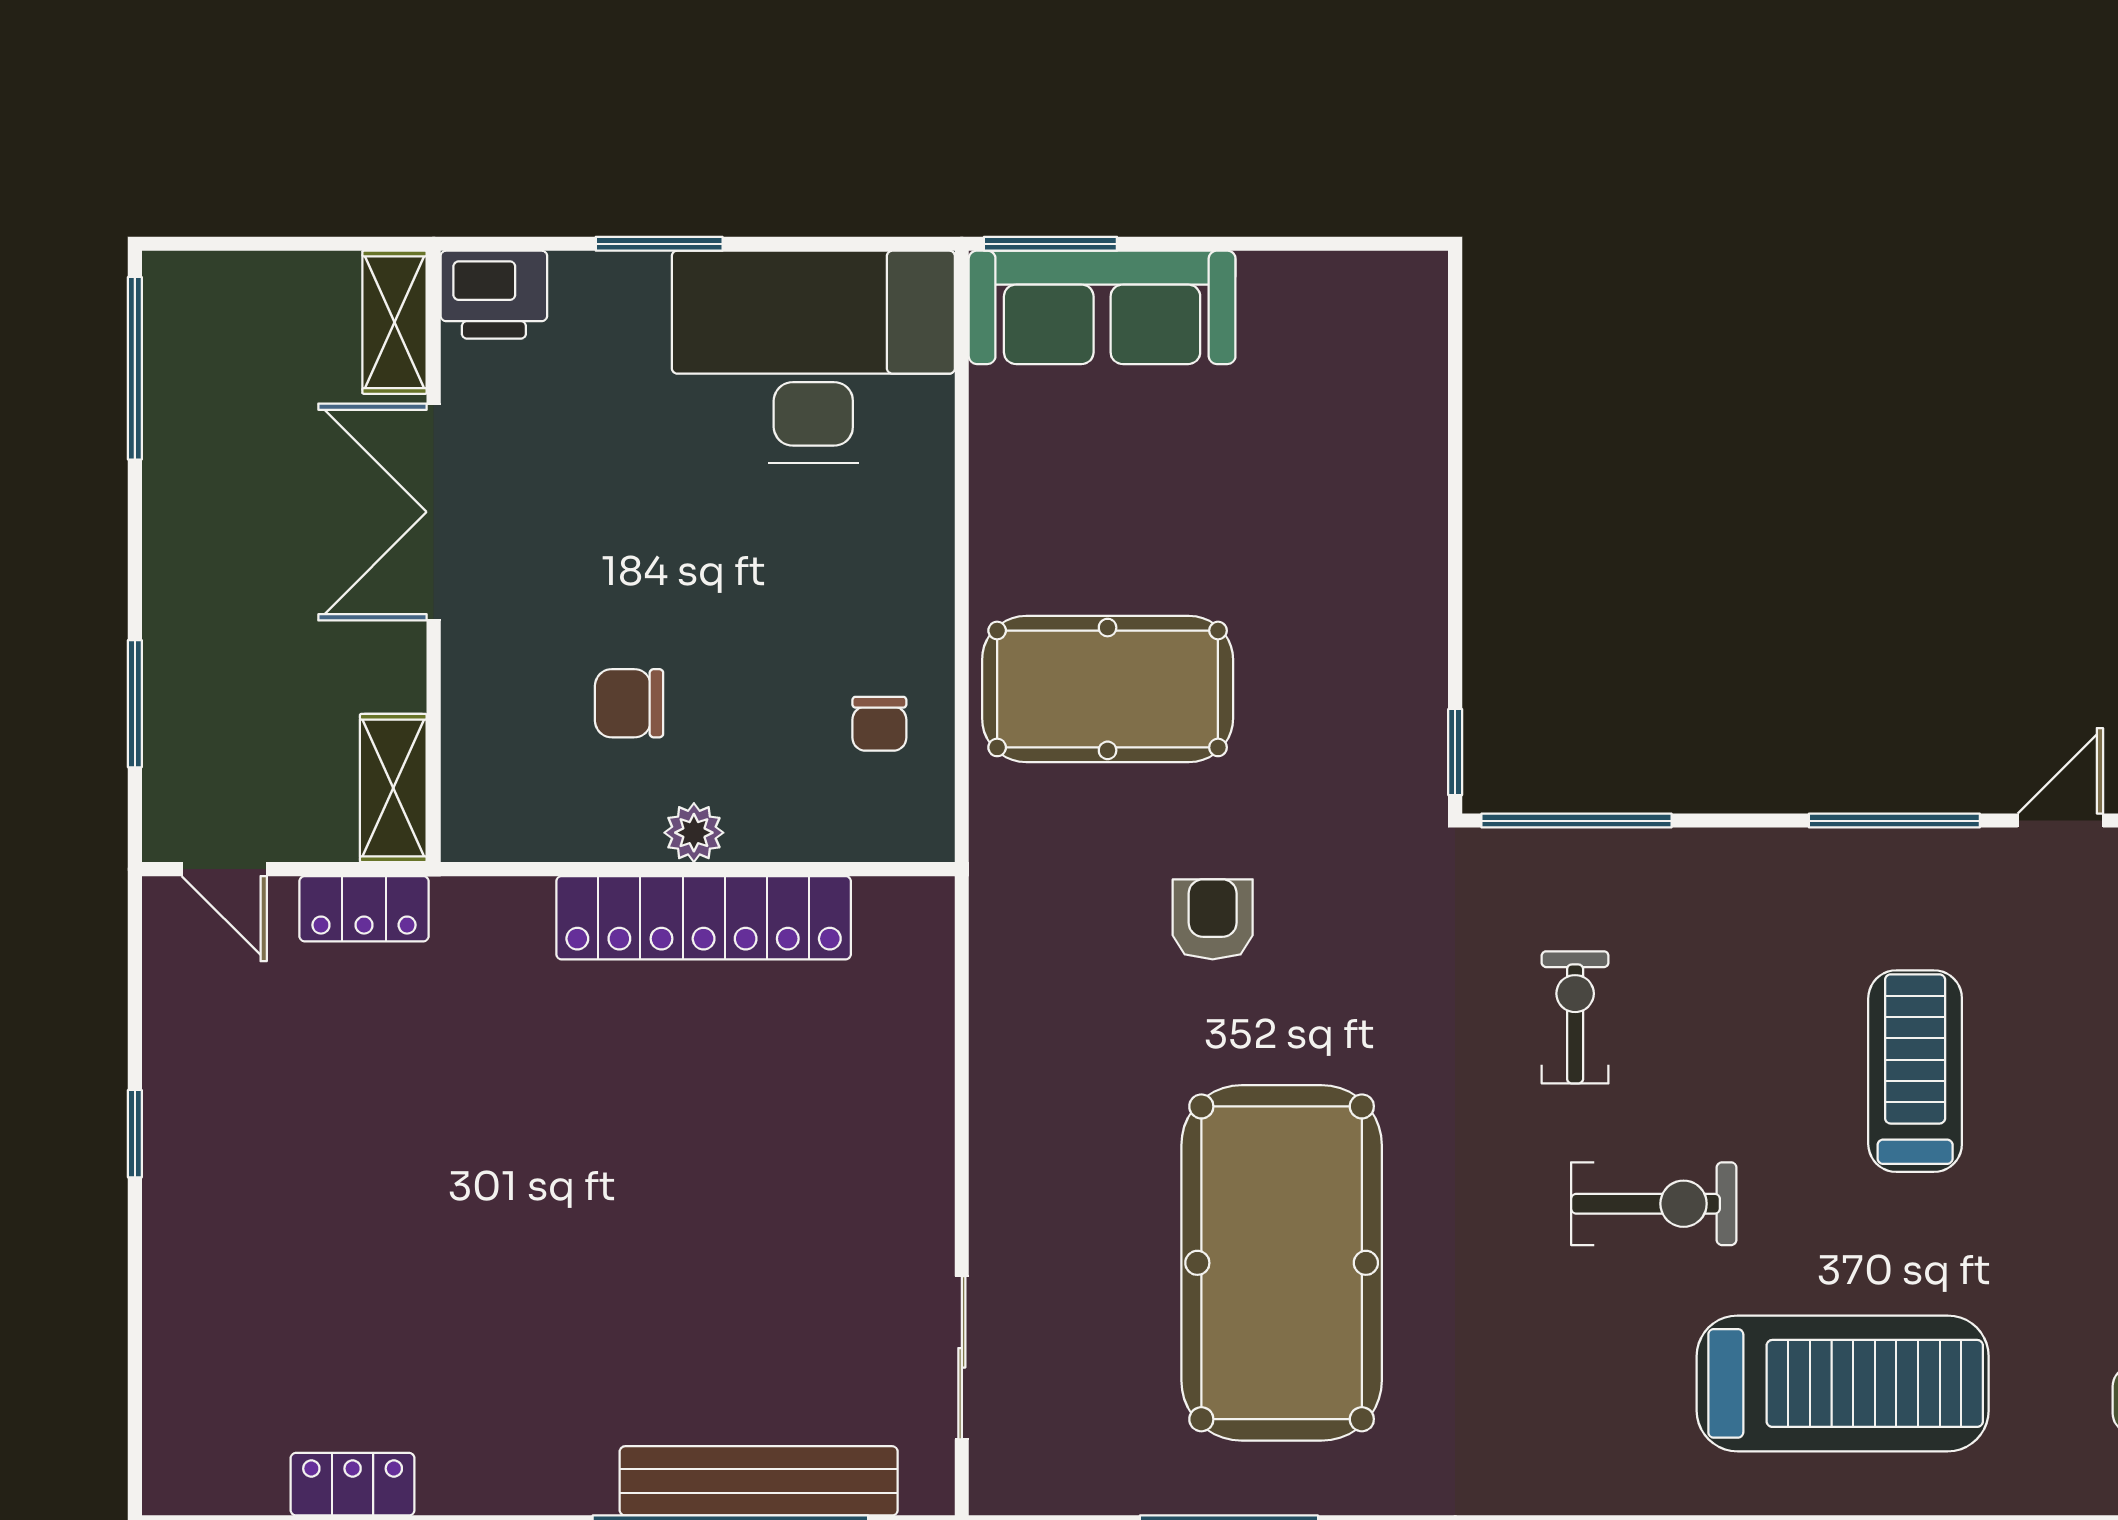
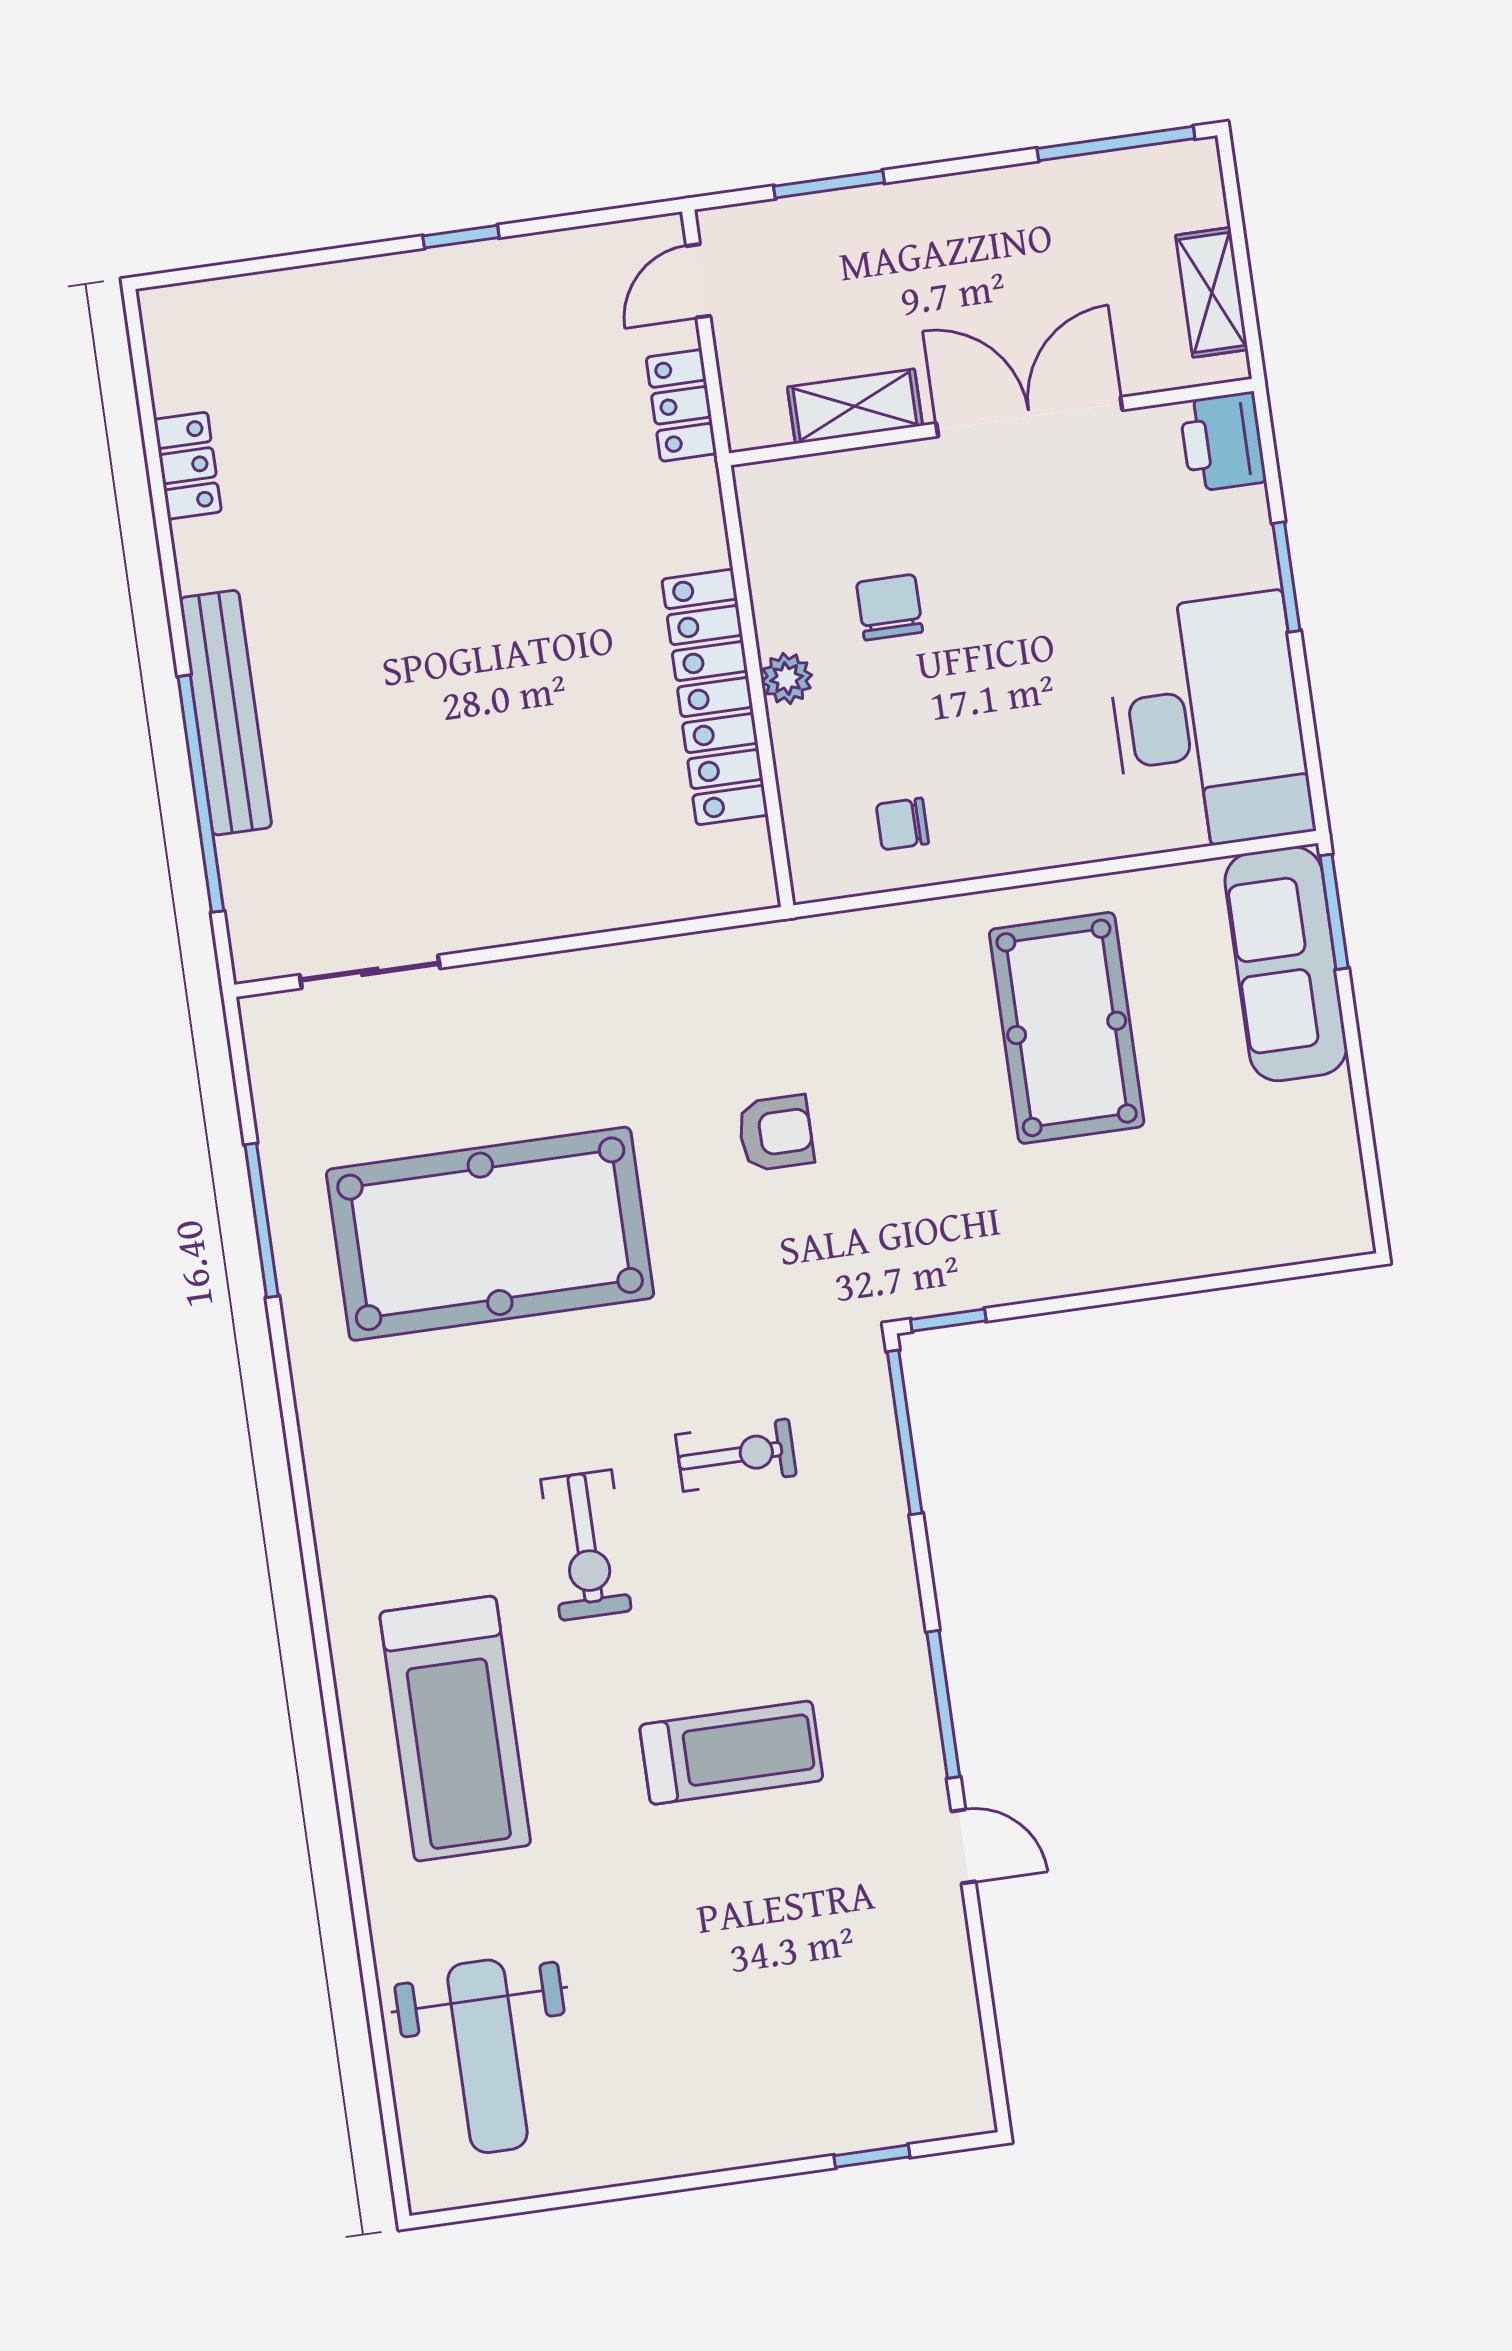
shelving: (395, 322) -> (1212, 292), moved, turned 90
pool table: (1108, 689) -> (1067, 1028), moved
shelving: (393, 788) -> (855, 406), moved
bench: (759, 1481) -> (226, 713), moved

